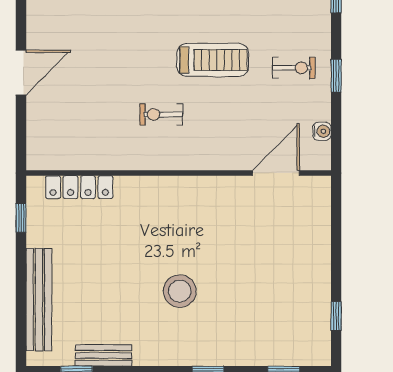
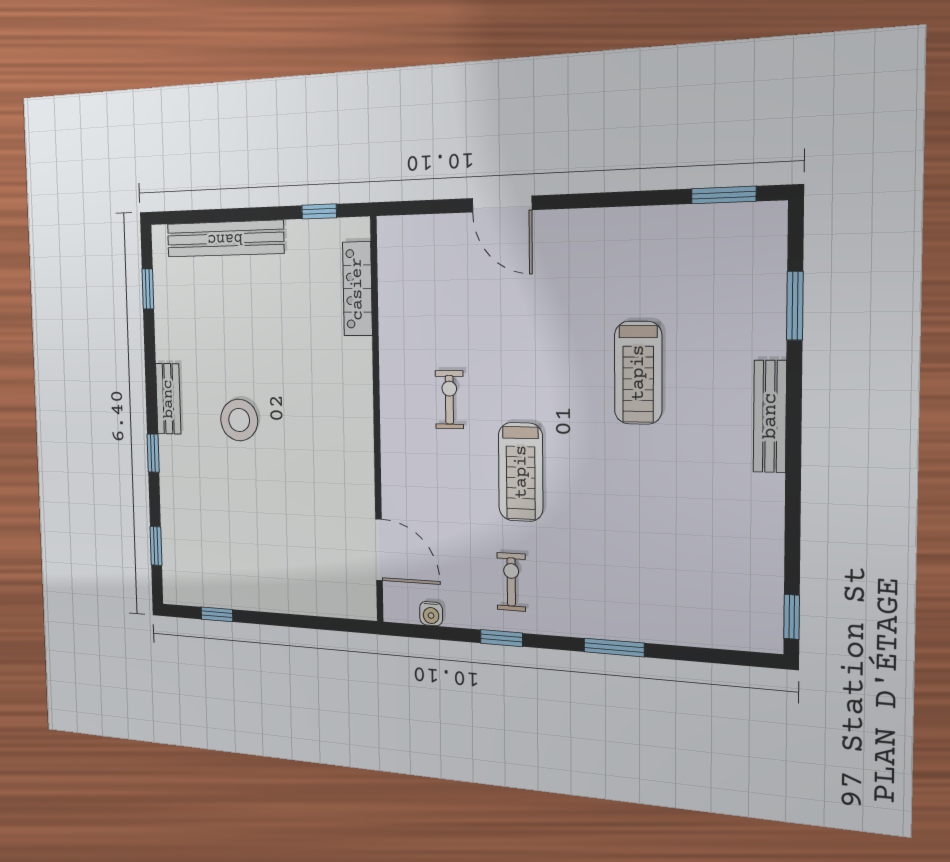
exercise bike: (294, 68) -> (511, 582), turned 180
bench: (104, 355) -> (168, 399), moved

